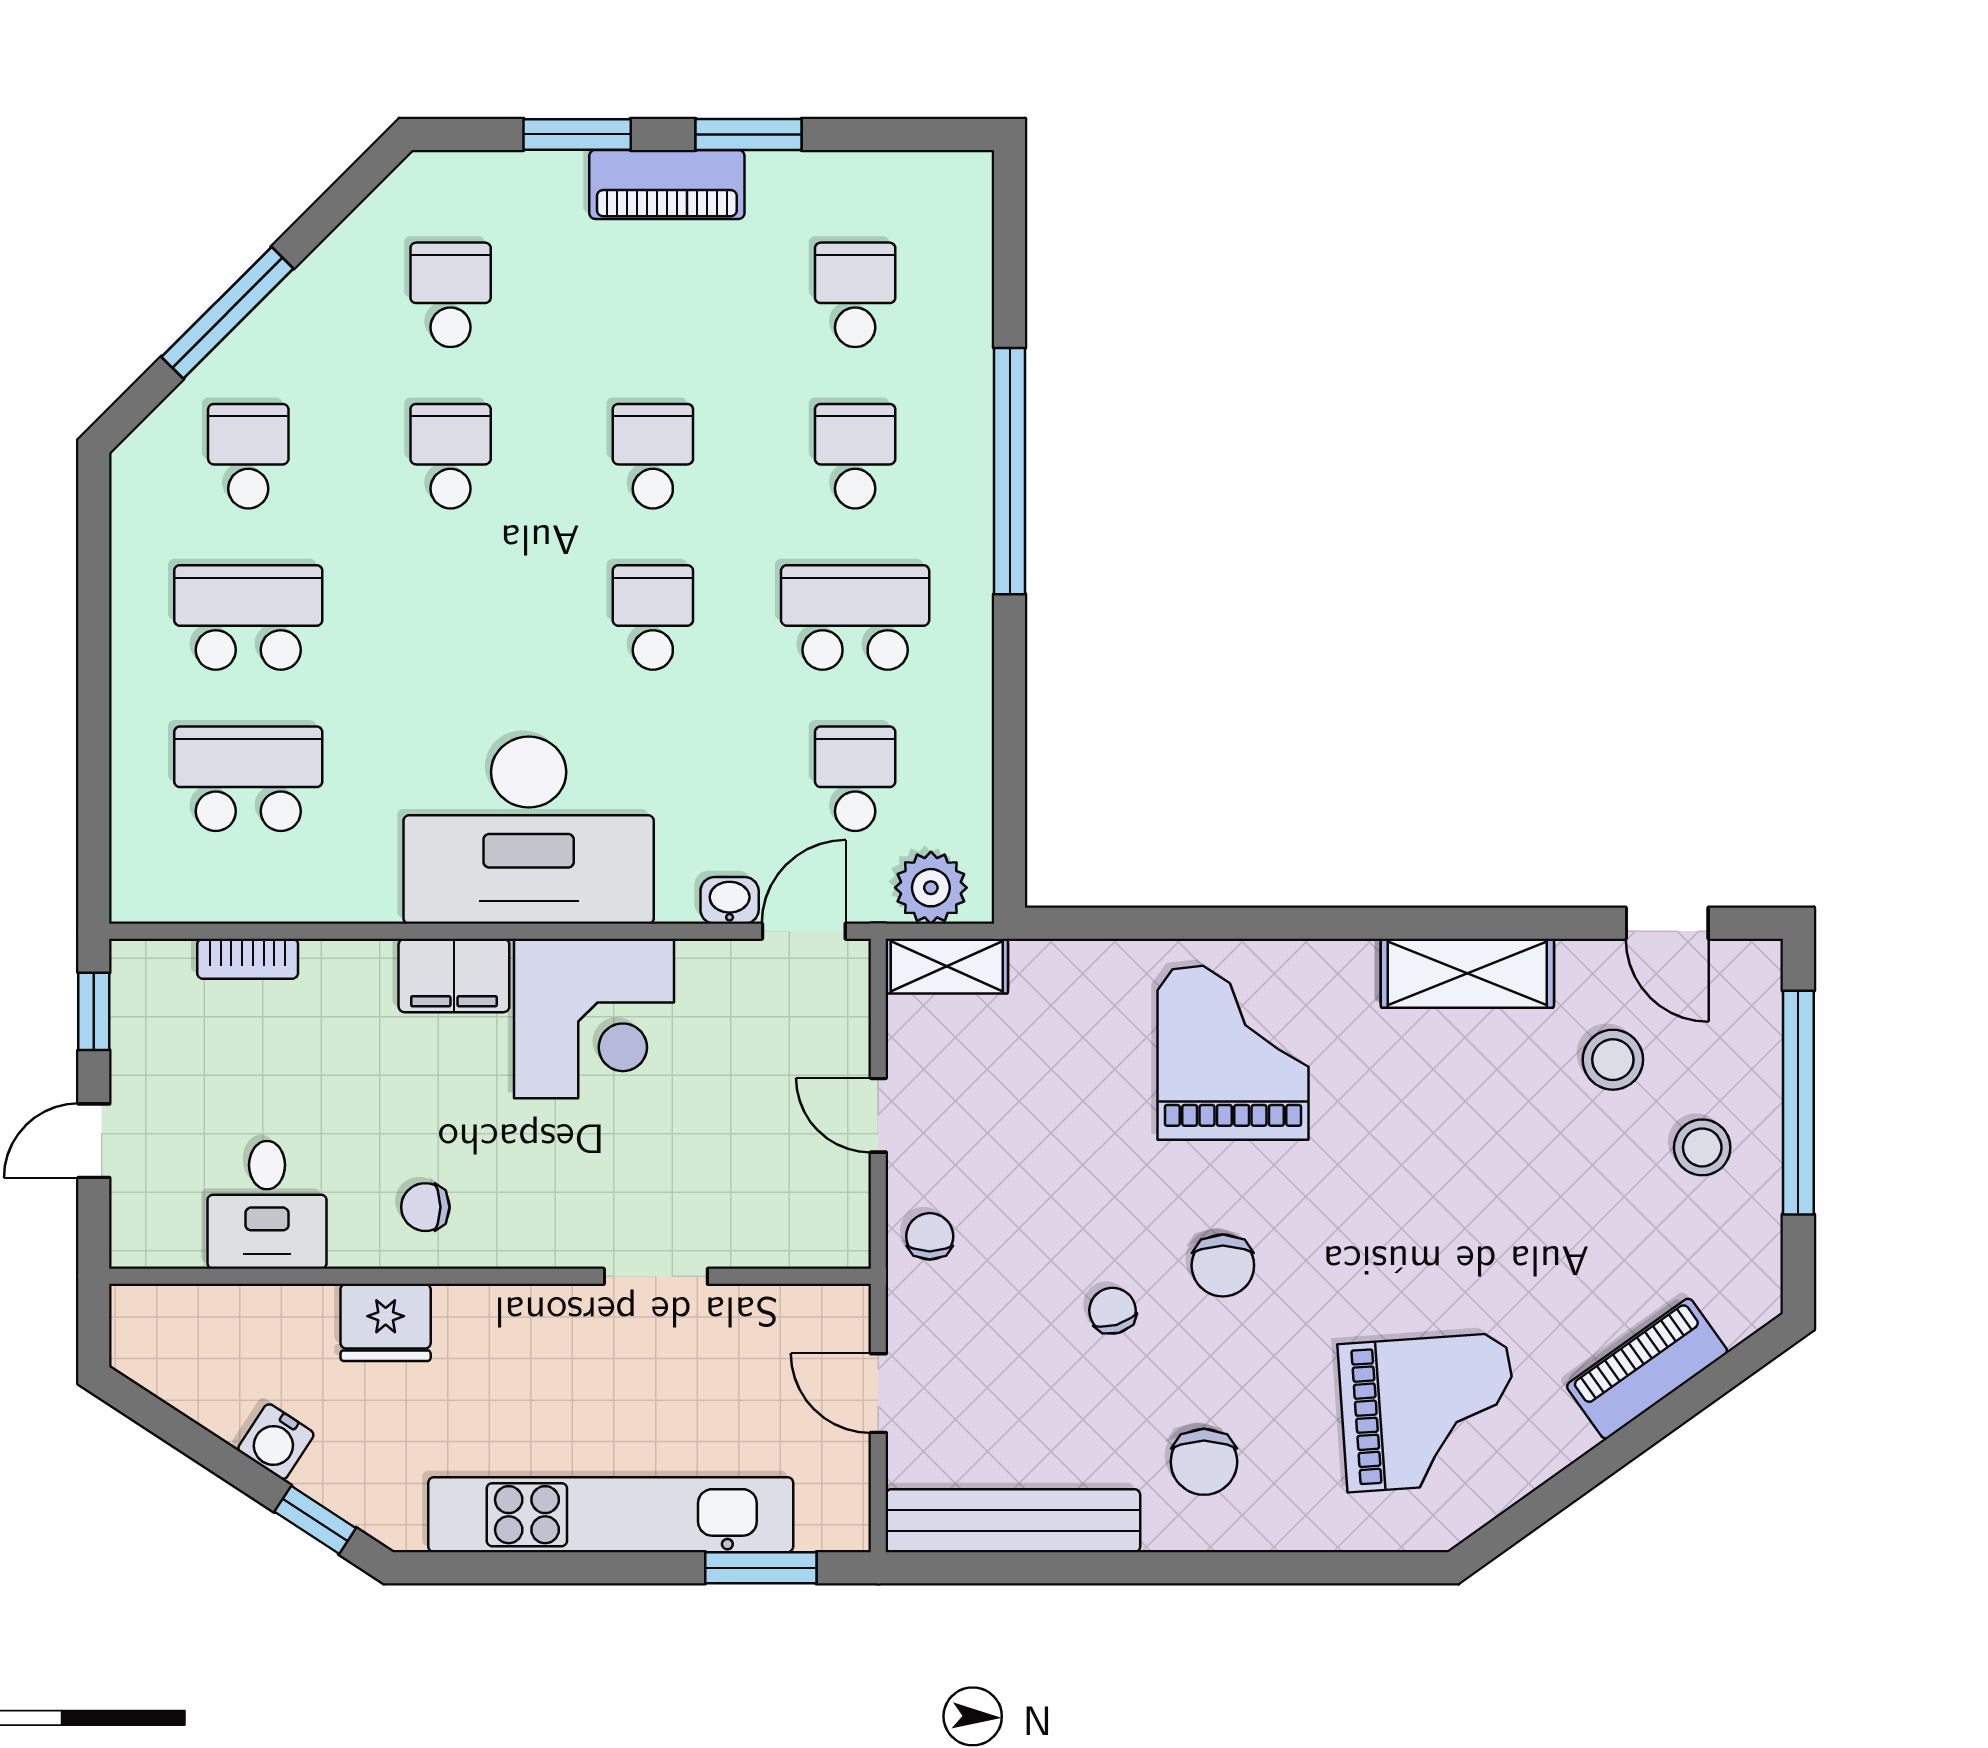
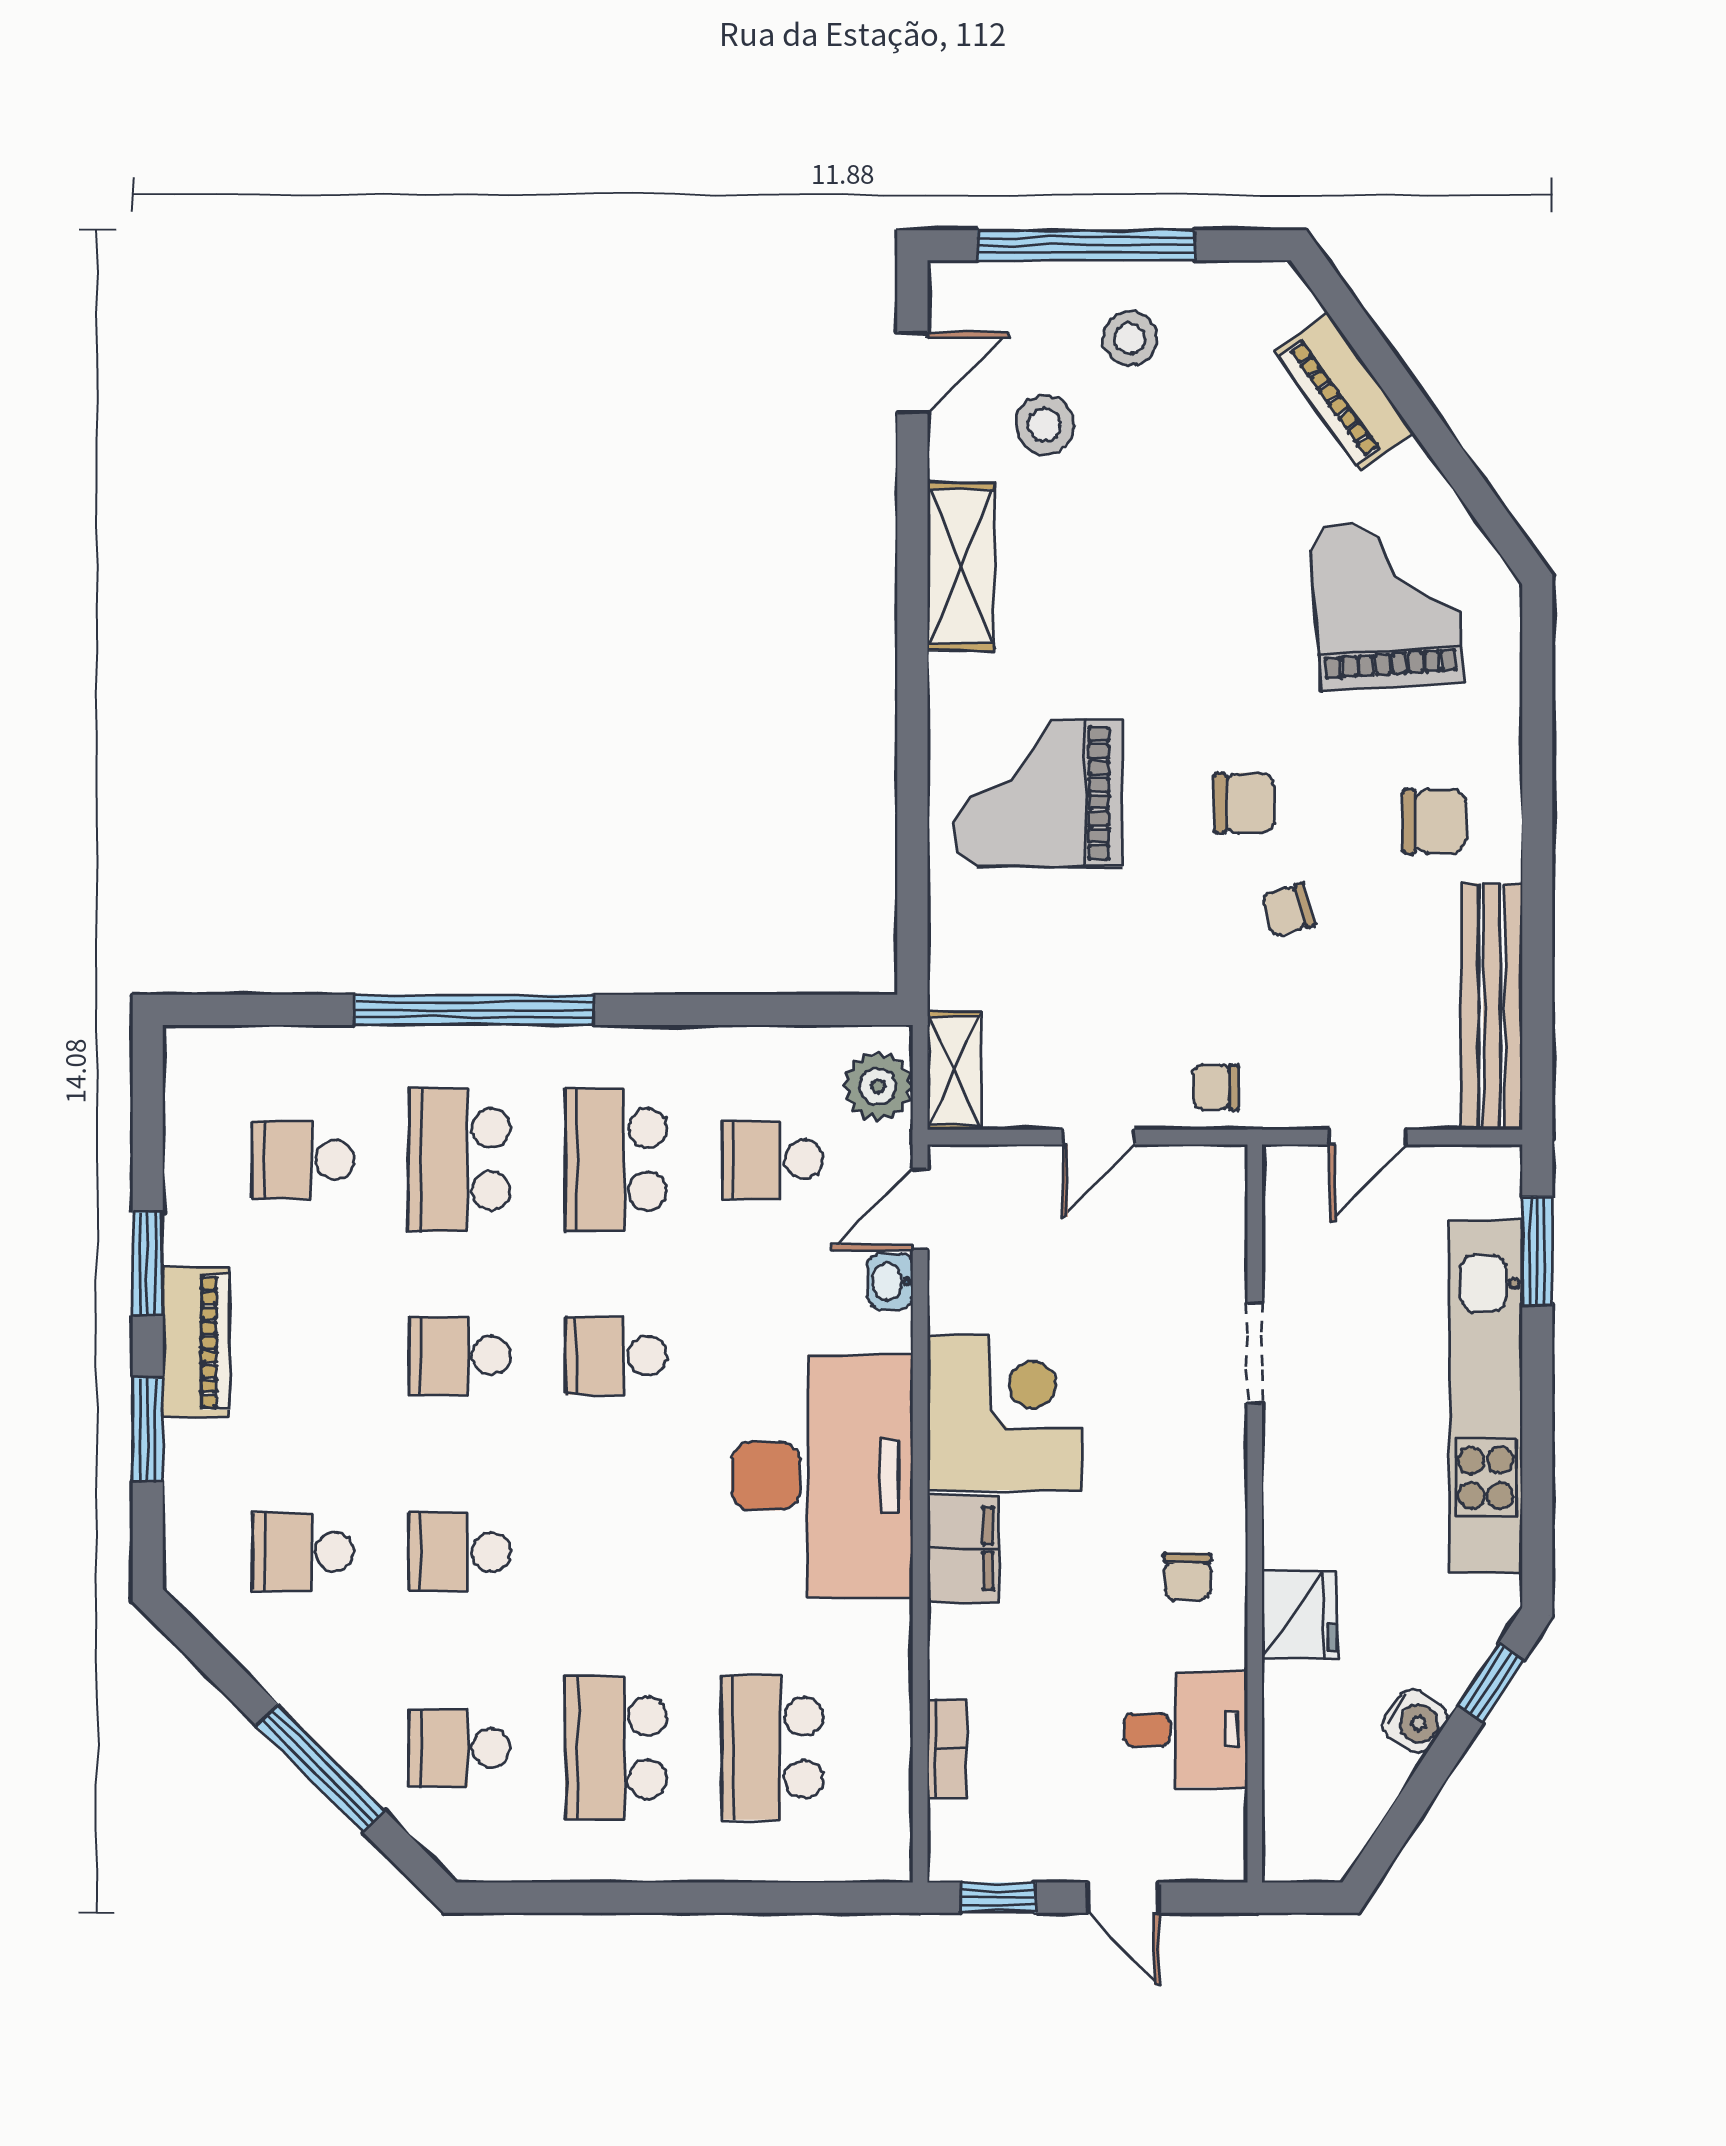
school desk: (855, 456) -> (460, 1160), width x1.85
door: (804, 931) -> (920, 1209), hinge flipped

